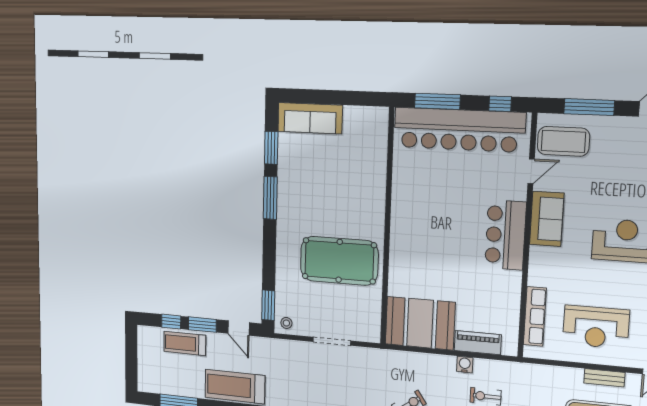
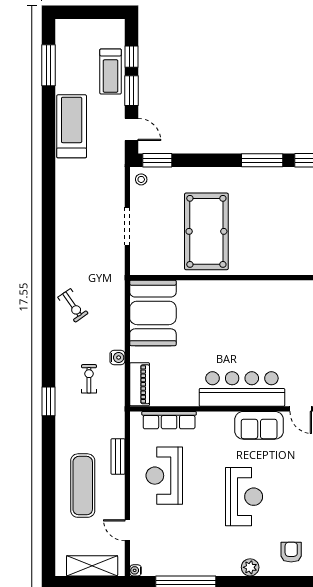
bar counter: (505, 235) -> (242, 389), width x1.36
door: (239, 328) -> (132, 129), swing flipped
treadmill: (185, 343) -> (111, 72), turned 180
piano: (478, 343) -> (140, 384), moved
bench: (604, 378) -> (118, 456), moved

